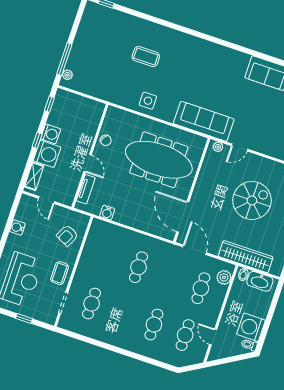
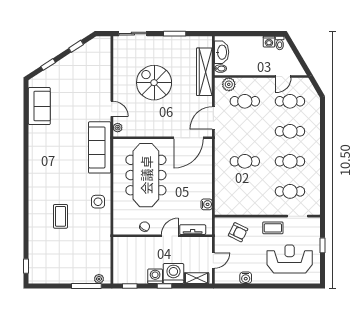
cafe table: (123, 314) -> (290, 161), added
washing machine: (251, 327) -> (269, 42), width x0.53, depth x0.53

